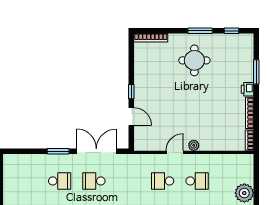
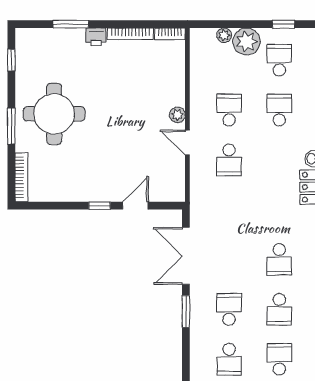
window: (200, 31) -> (11, 126), moved
round table: (194, 60) -> (54, 114), width x1.36, depth x1.36
plant: (249, 178) -> (224, 35), added
school desk: (94, 181) -> (229, 359), moved

